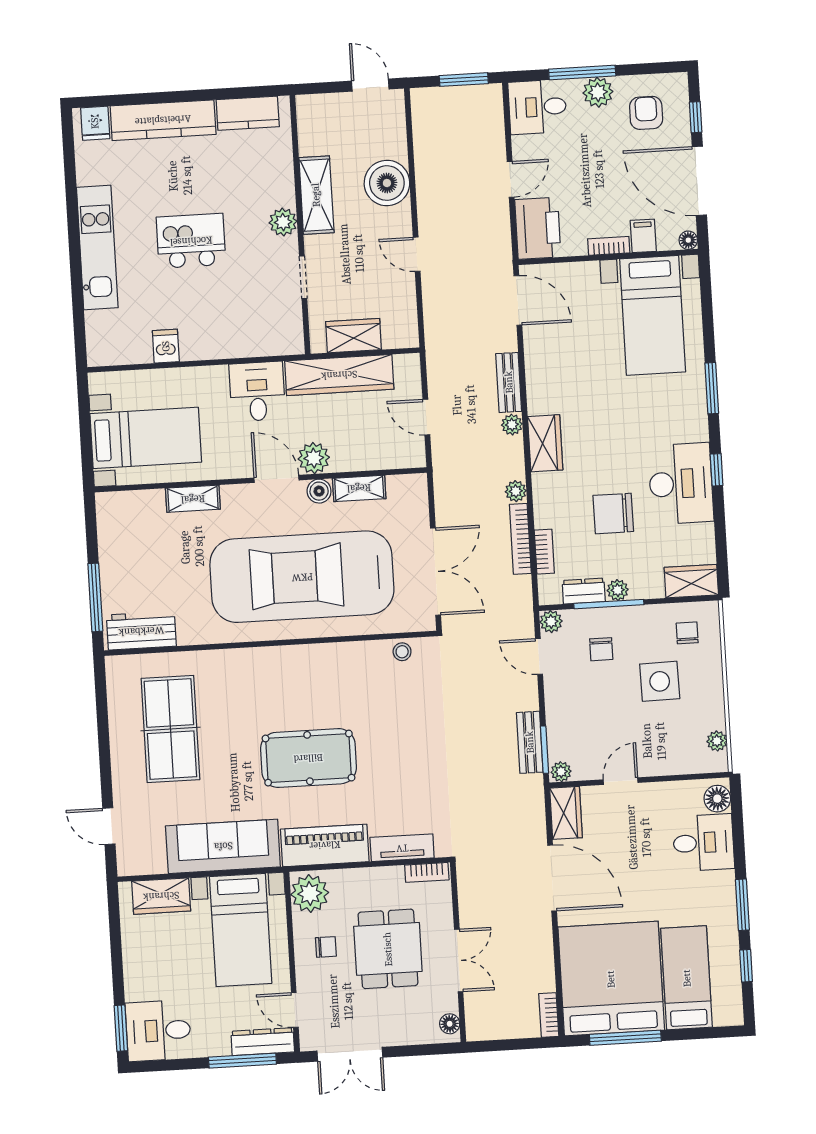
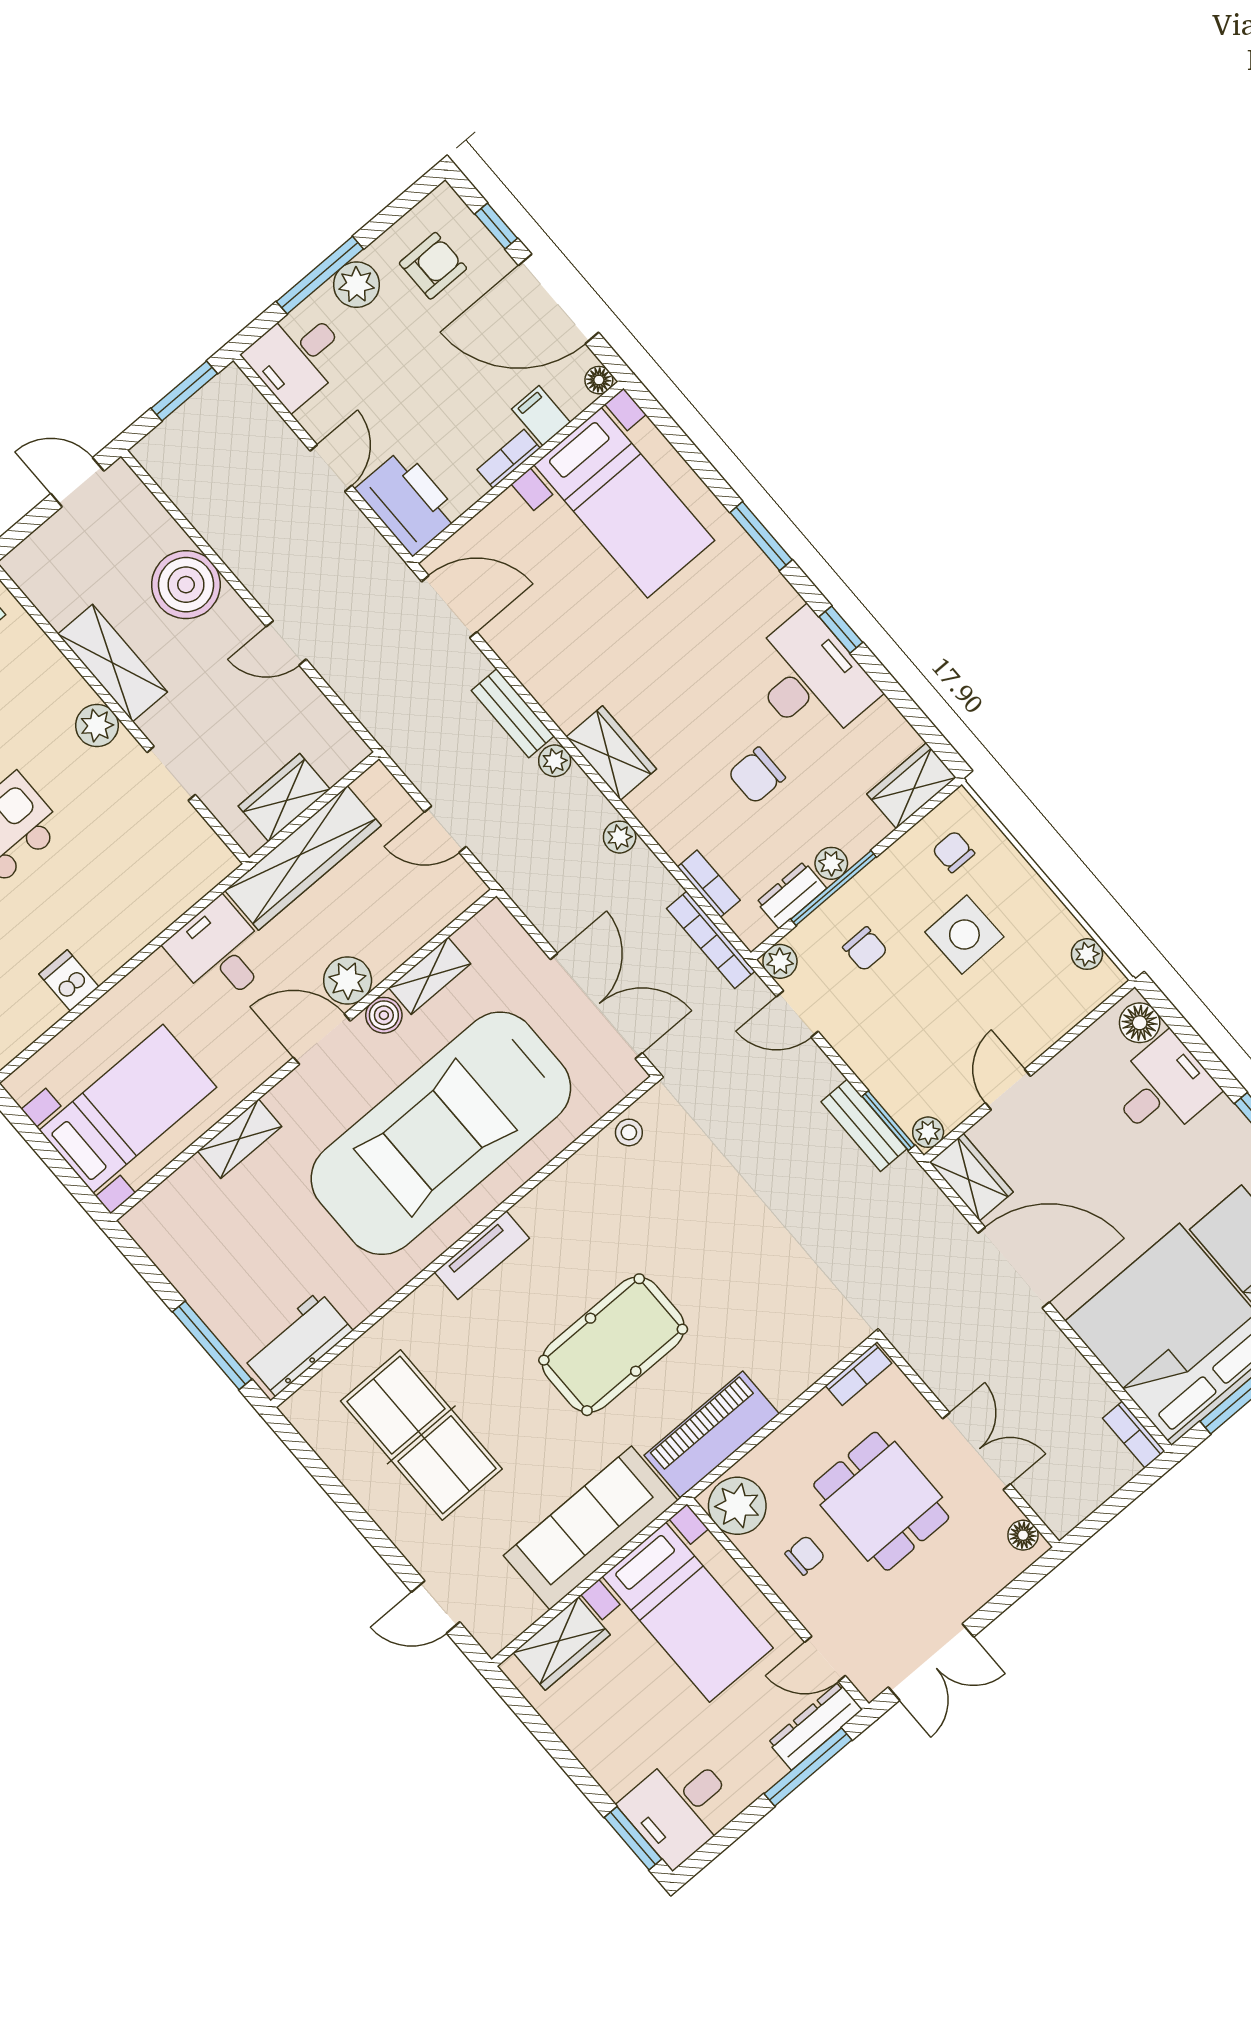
armchair: (646, 113) -> (433, 266), turned 90
chair: (613, 513) -> (757, 775), width x0.73, depth x0.73
bookcase: (520, 539) -> (711, 940), moved
tv unit: (402, 848) -> (482, 1255), moved, turned 180

